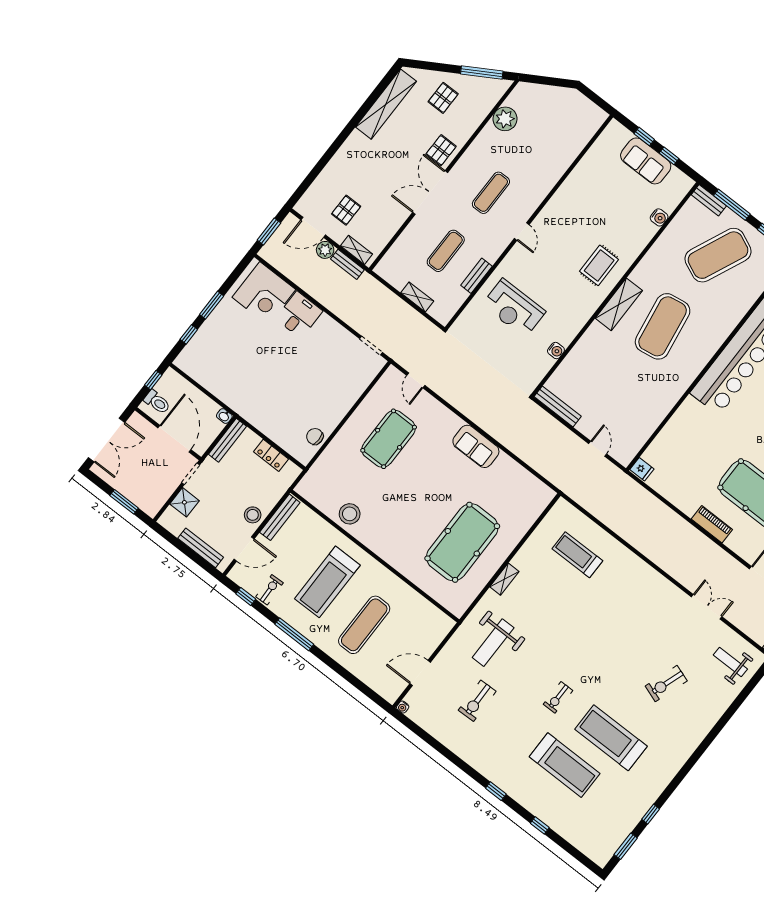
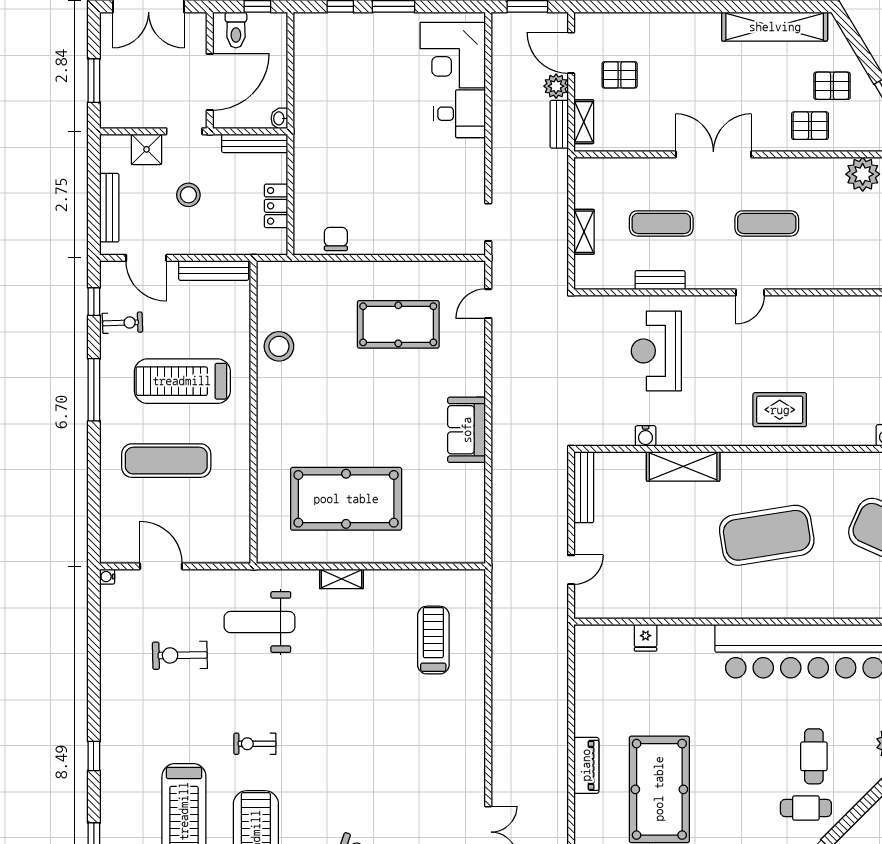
pallet: (441, 150) -> (810, 126), moved
shelving: (619, 304) -> (683, 466), moved
fridge: (642, 469) -> (646, 638), moved
stool: (253, 515) -> (188, 195), moved

